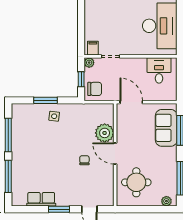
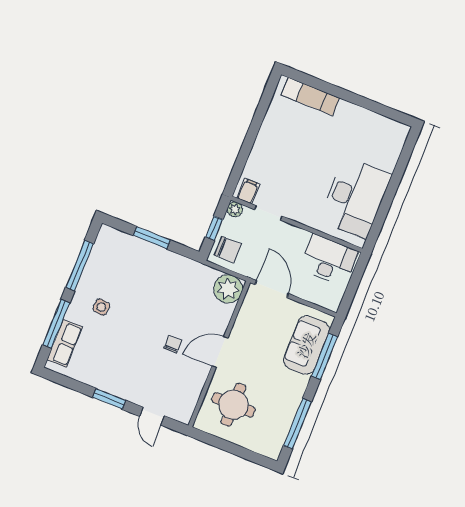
desk: (159, 70) -> (329, 260), width x1.37
side table: (54, 116) -> (101, 307), moved
plant: (105, 133) -> (228, 289), moved
door: (115, 153) -> (220, 352), hinge flipped
row of seats: (41, 199) -> (65, 343), moved, turned 90
plant: (166, 201) -> (265, 448), removed

